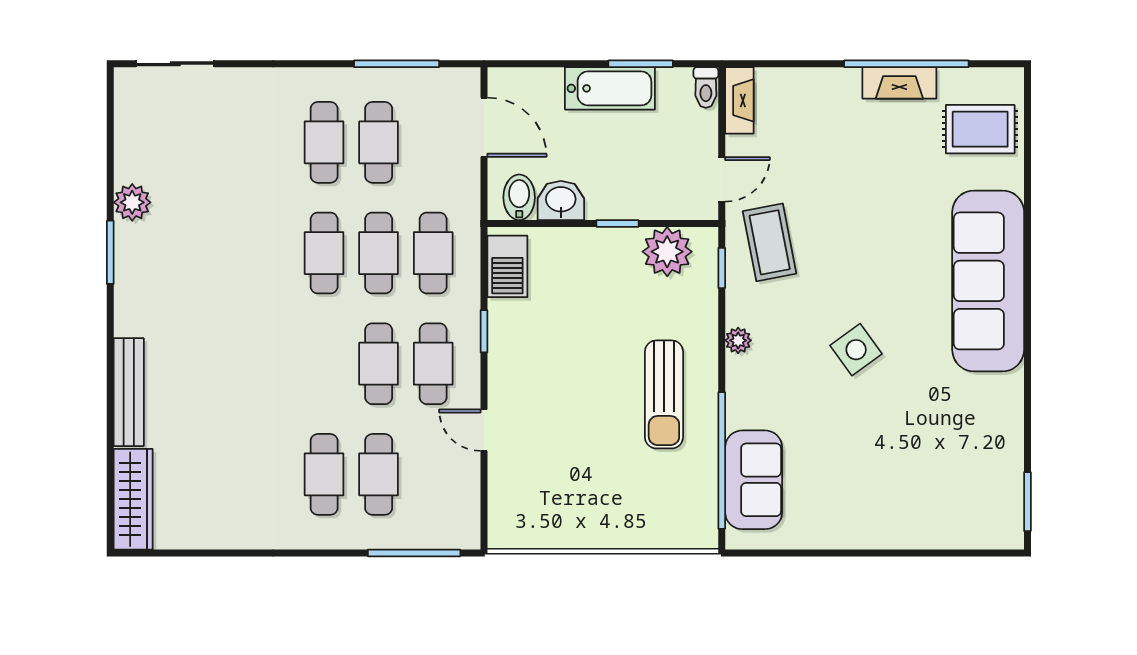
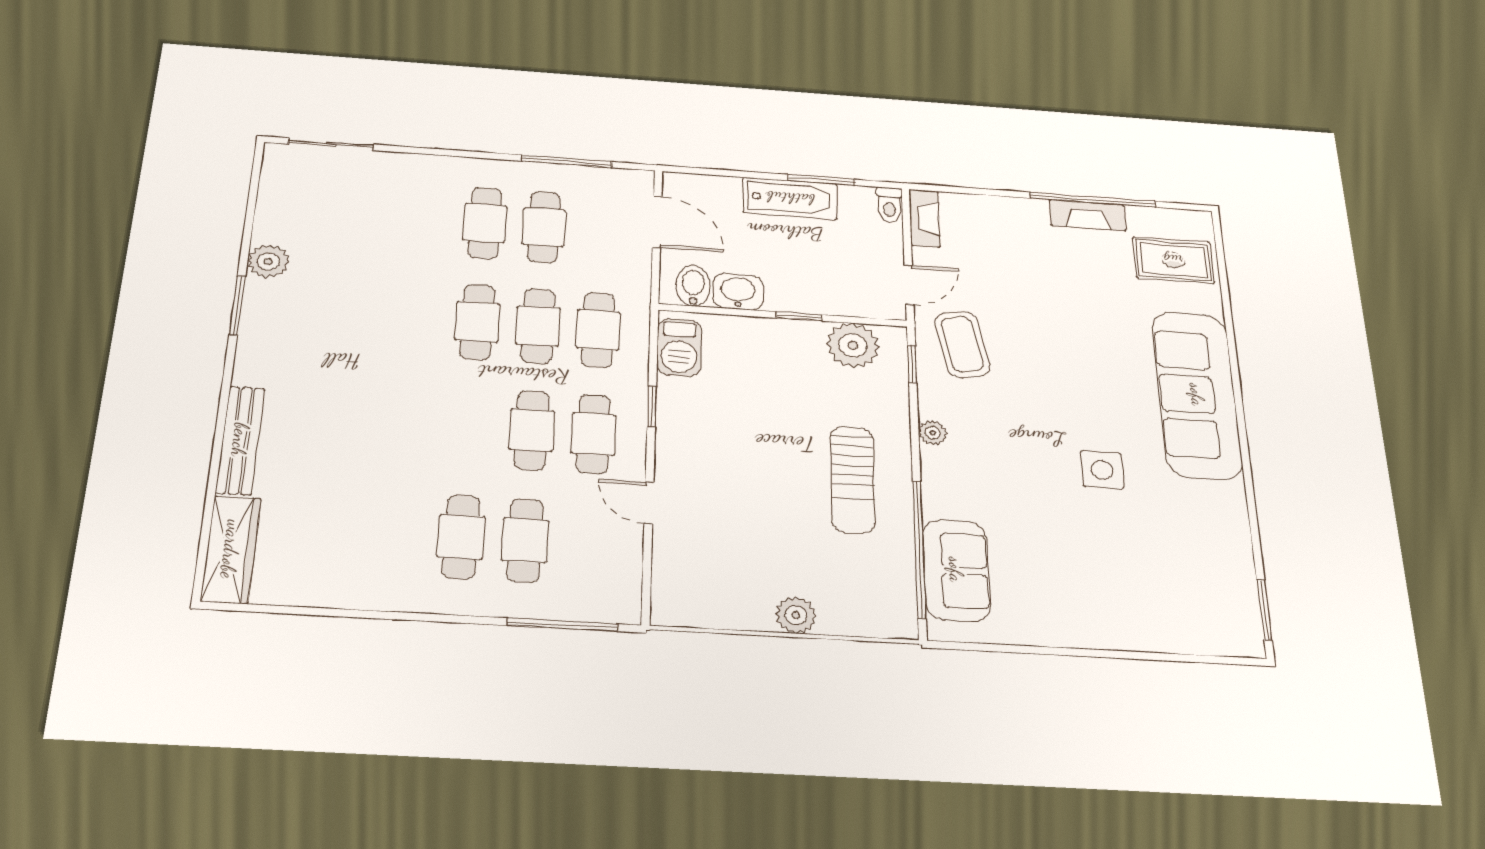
side table: (856, 350) -> (1102, 470), moved, turned 36
plant: (612, 532) -> (796, 615), added

